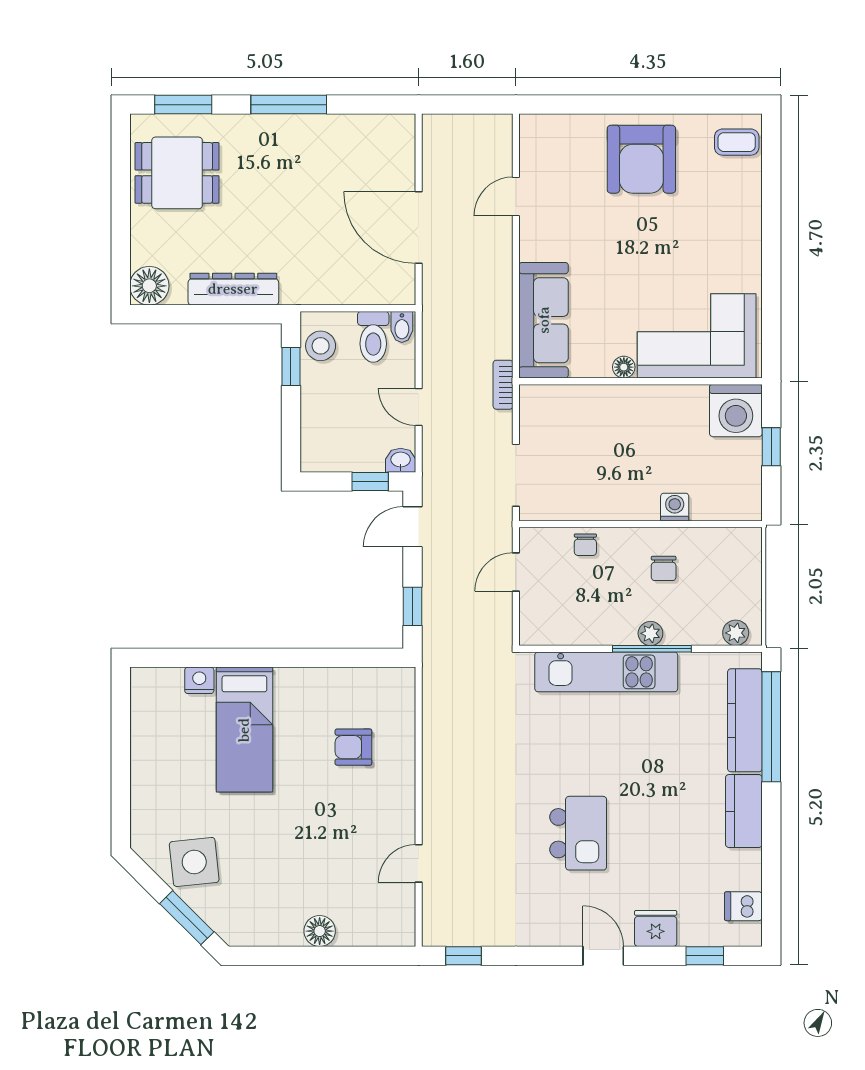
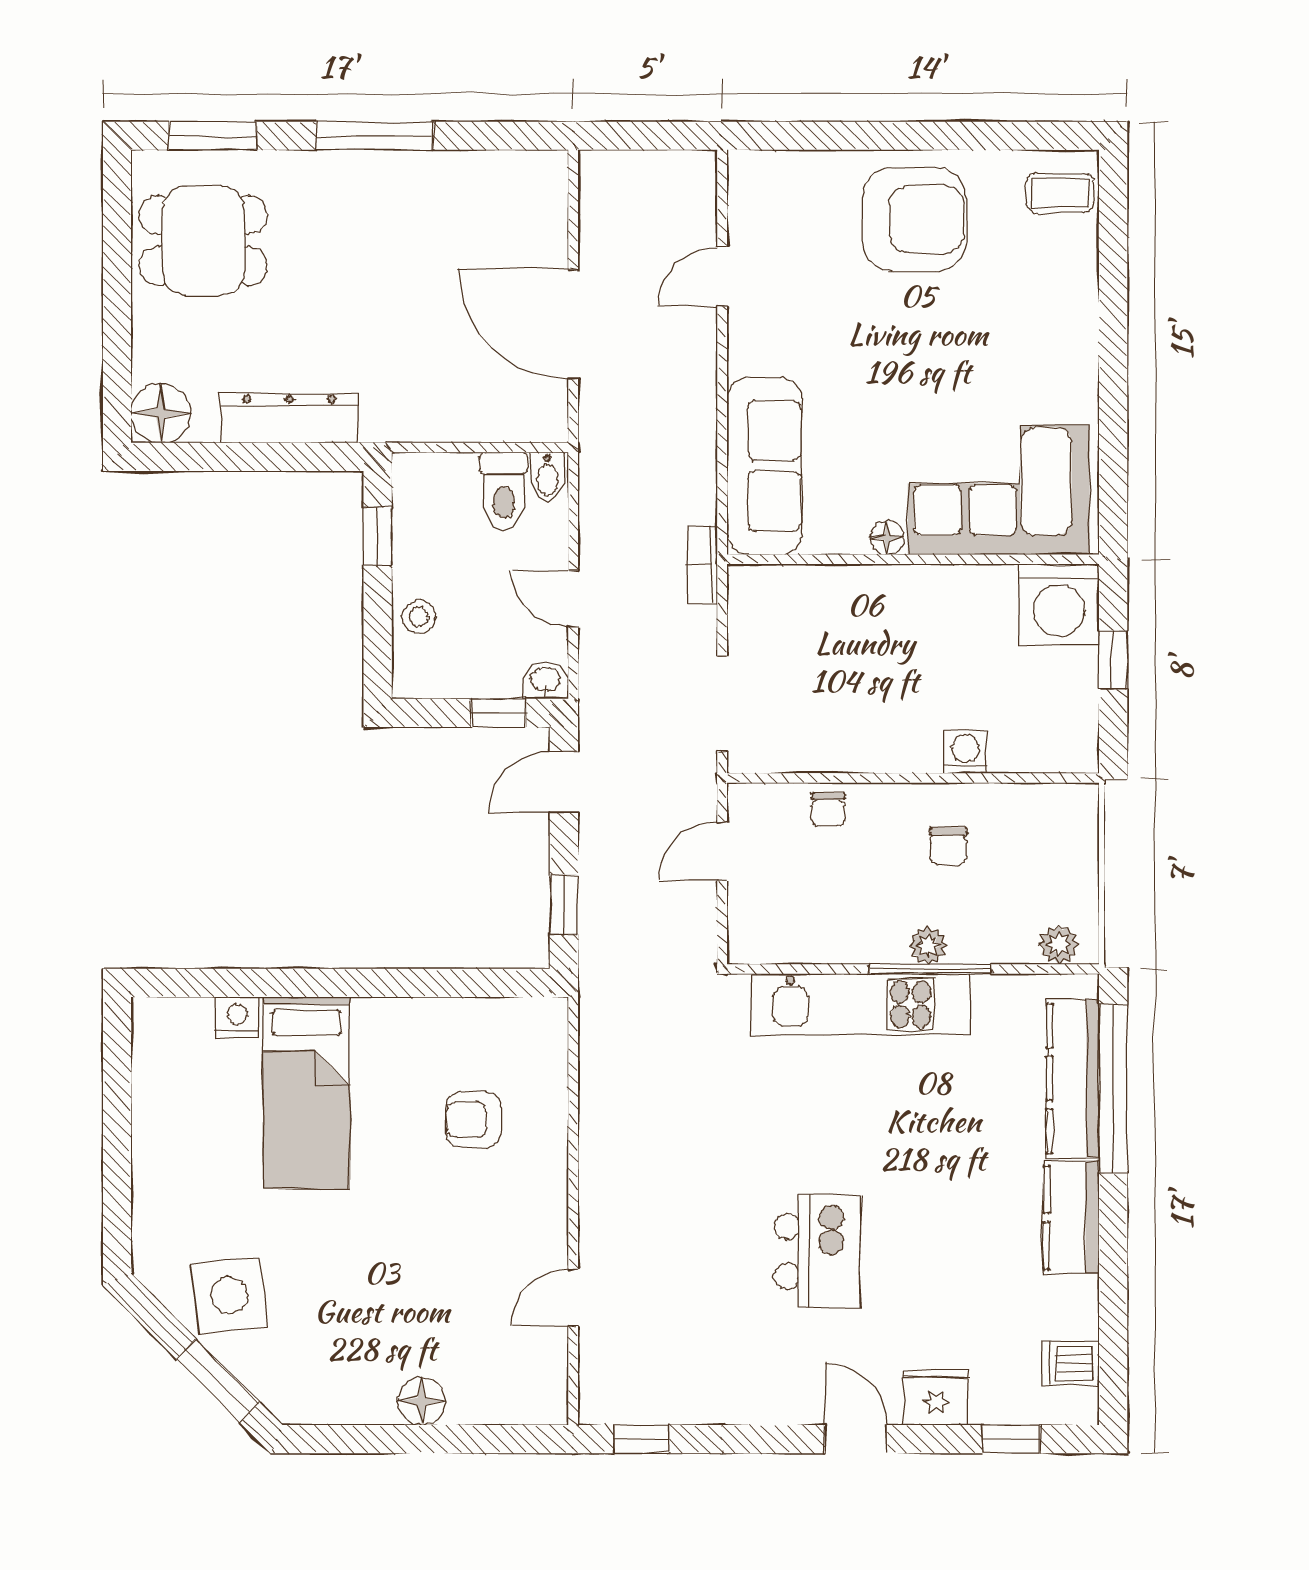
armchair: (641, 159) -> (914, 219), turned -90
stool: (321, 346) -> (419, 617), moved, width x0.73, depth x0.73

